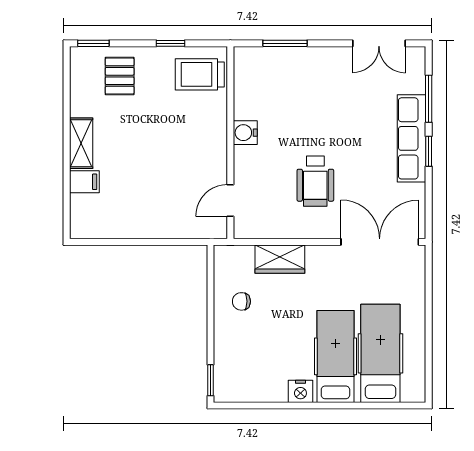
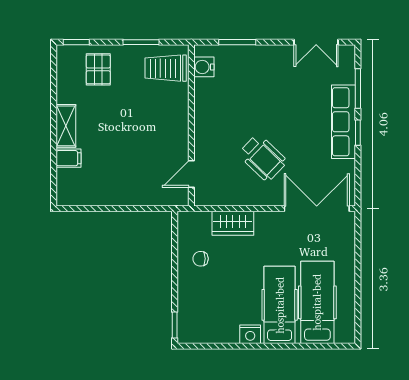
window: (170, 43) -> (141, 42), width x1.50
water cooler: (245, 133) -> (204, 67), moved
wheelchair: (315, 181) -> (263, 158), turned -46

